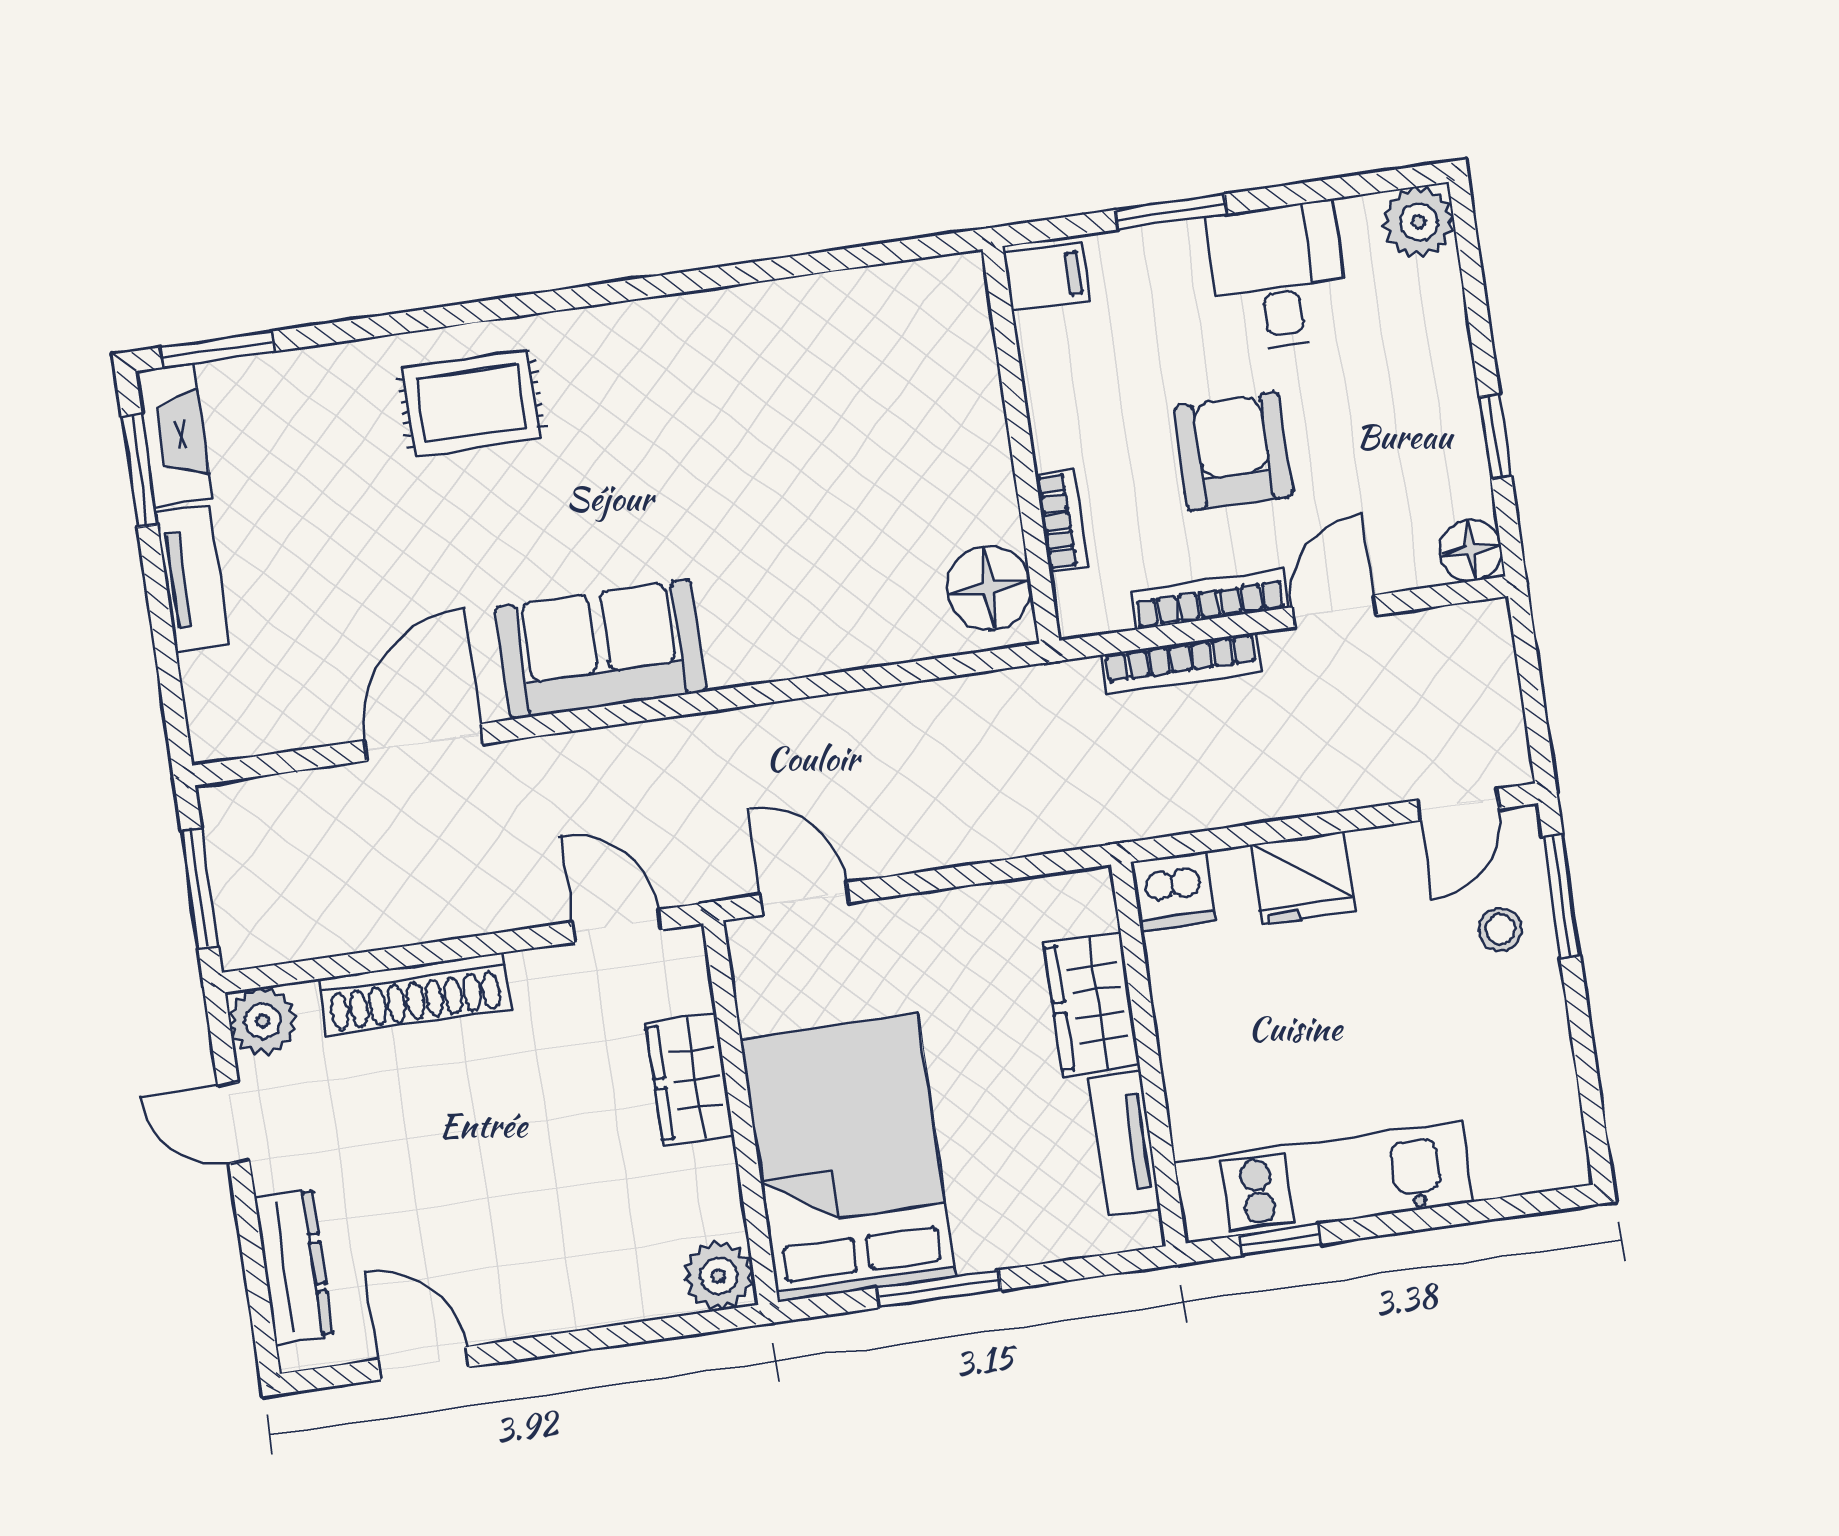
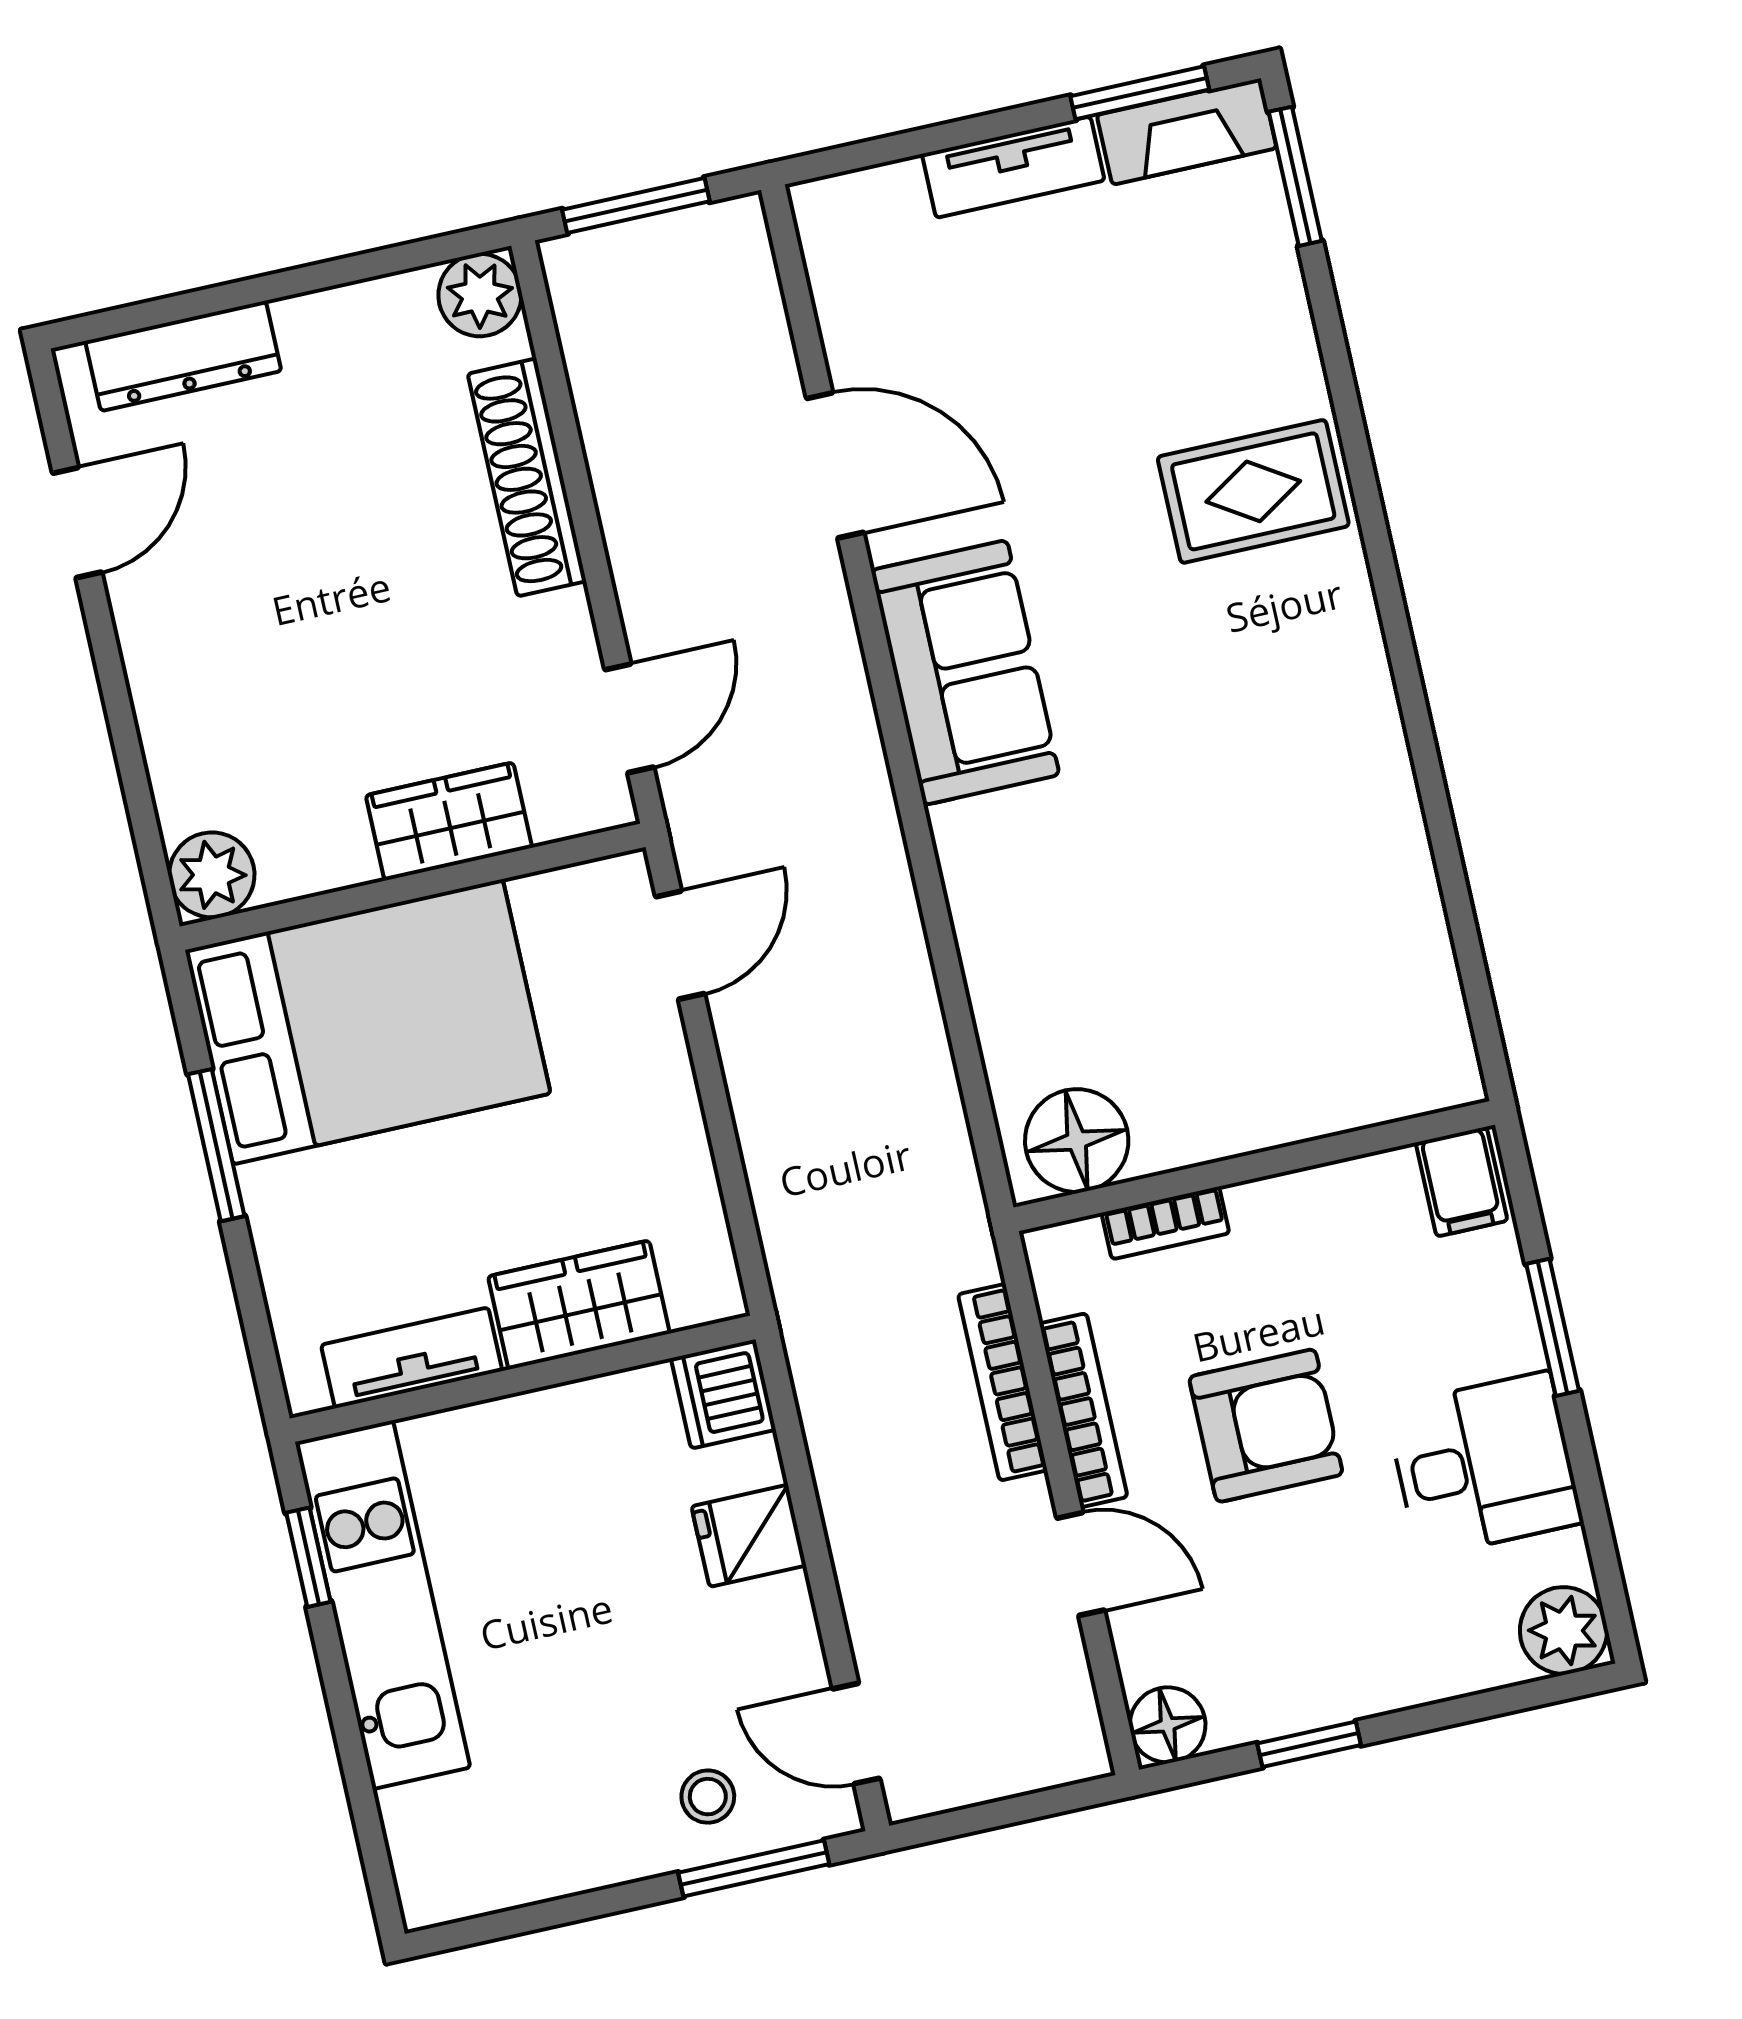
rug: (471, 403) -> (1253, 491), turned 90
fridge: (1303, 878) -> (749, 1536), width x0.72
door: (233, 1123) -> (353, 269), removed

